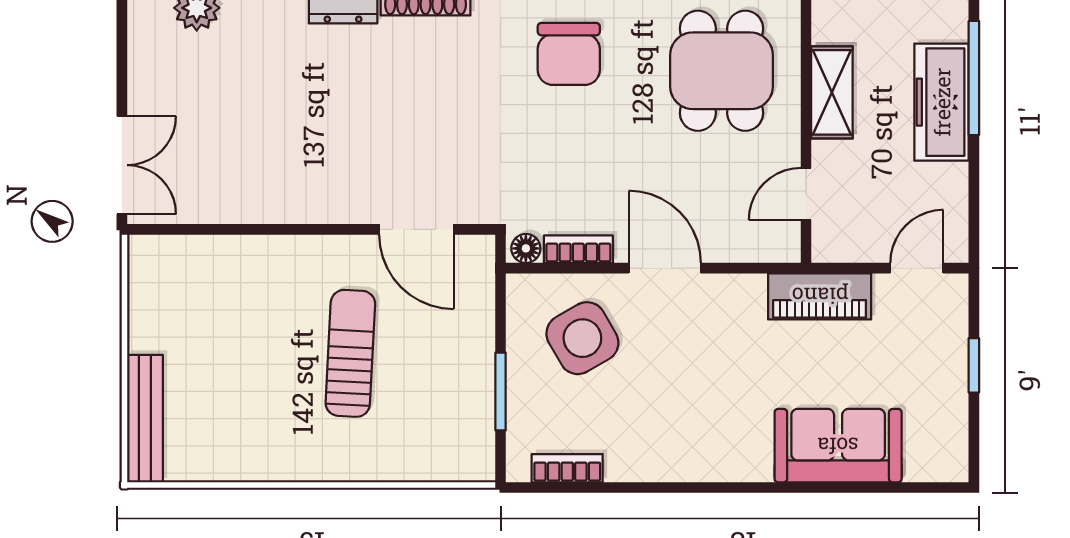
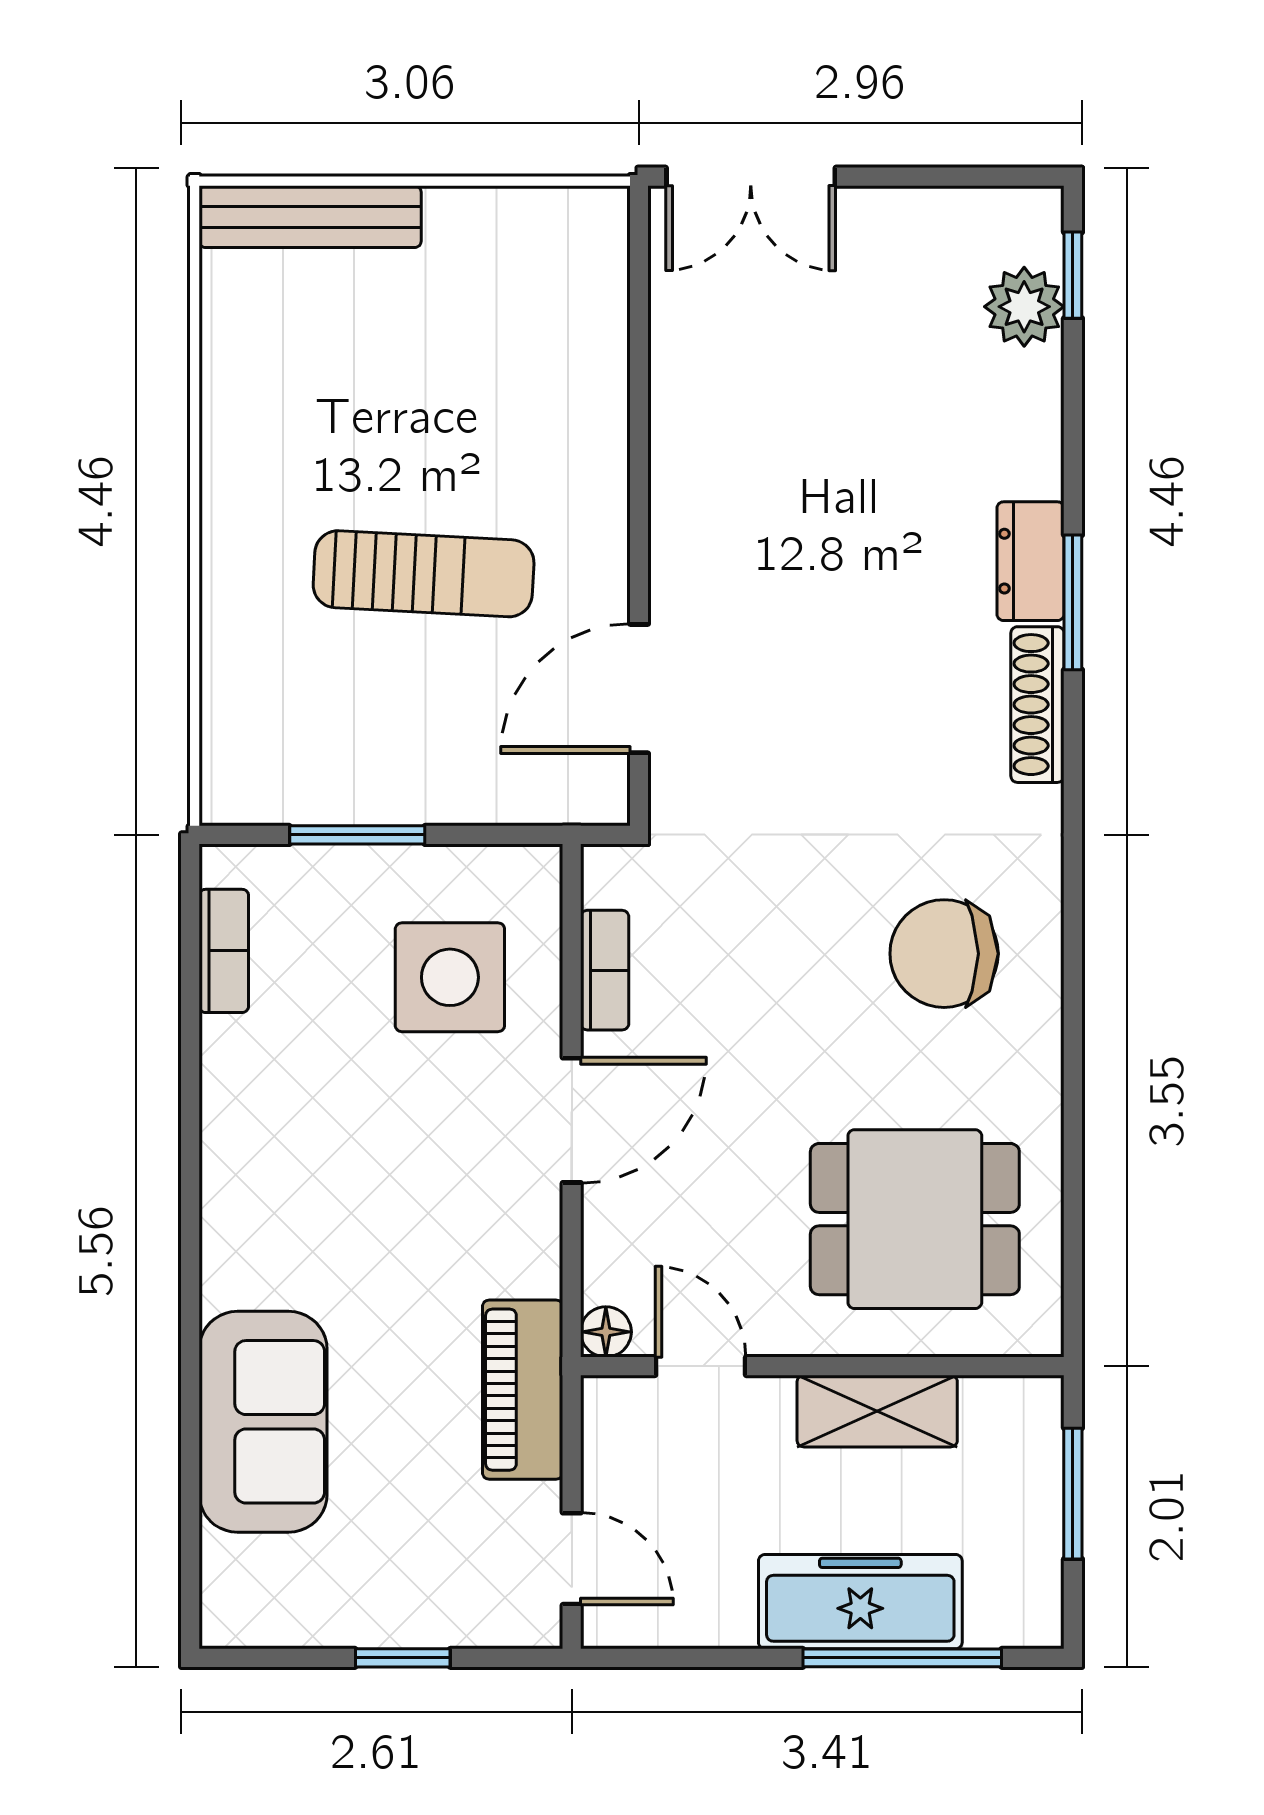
floor lamp: (526, 248) -> (606, 1332), moved
side table: (582, 338) -> (450, 977), turned 30

